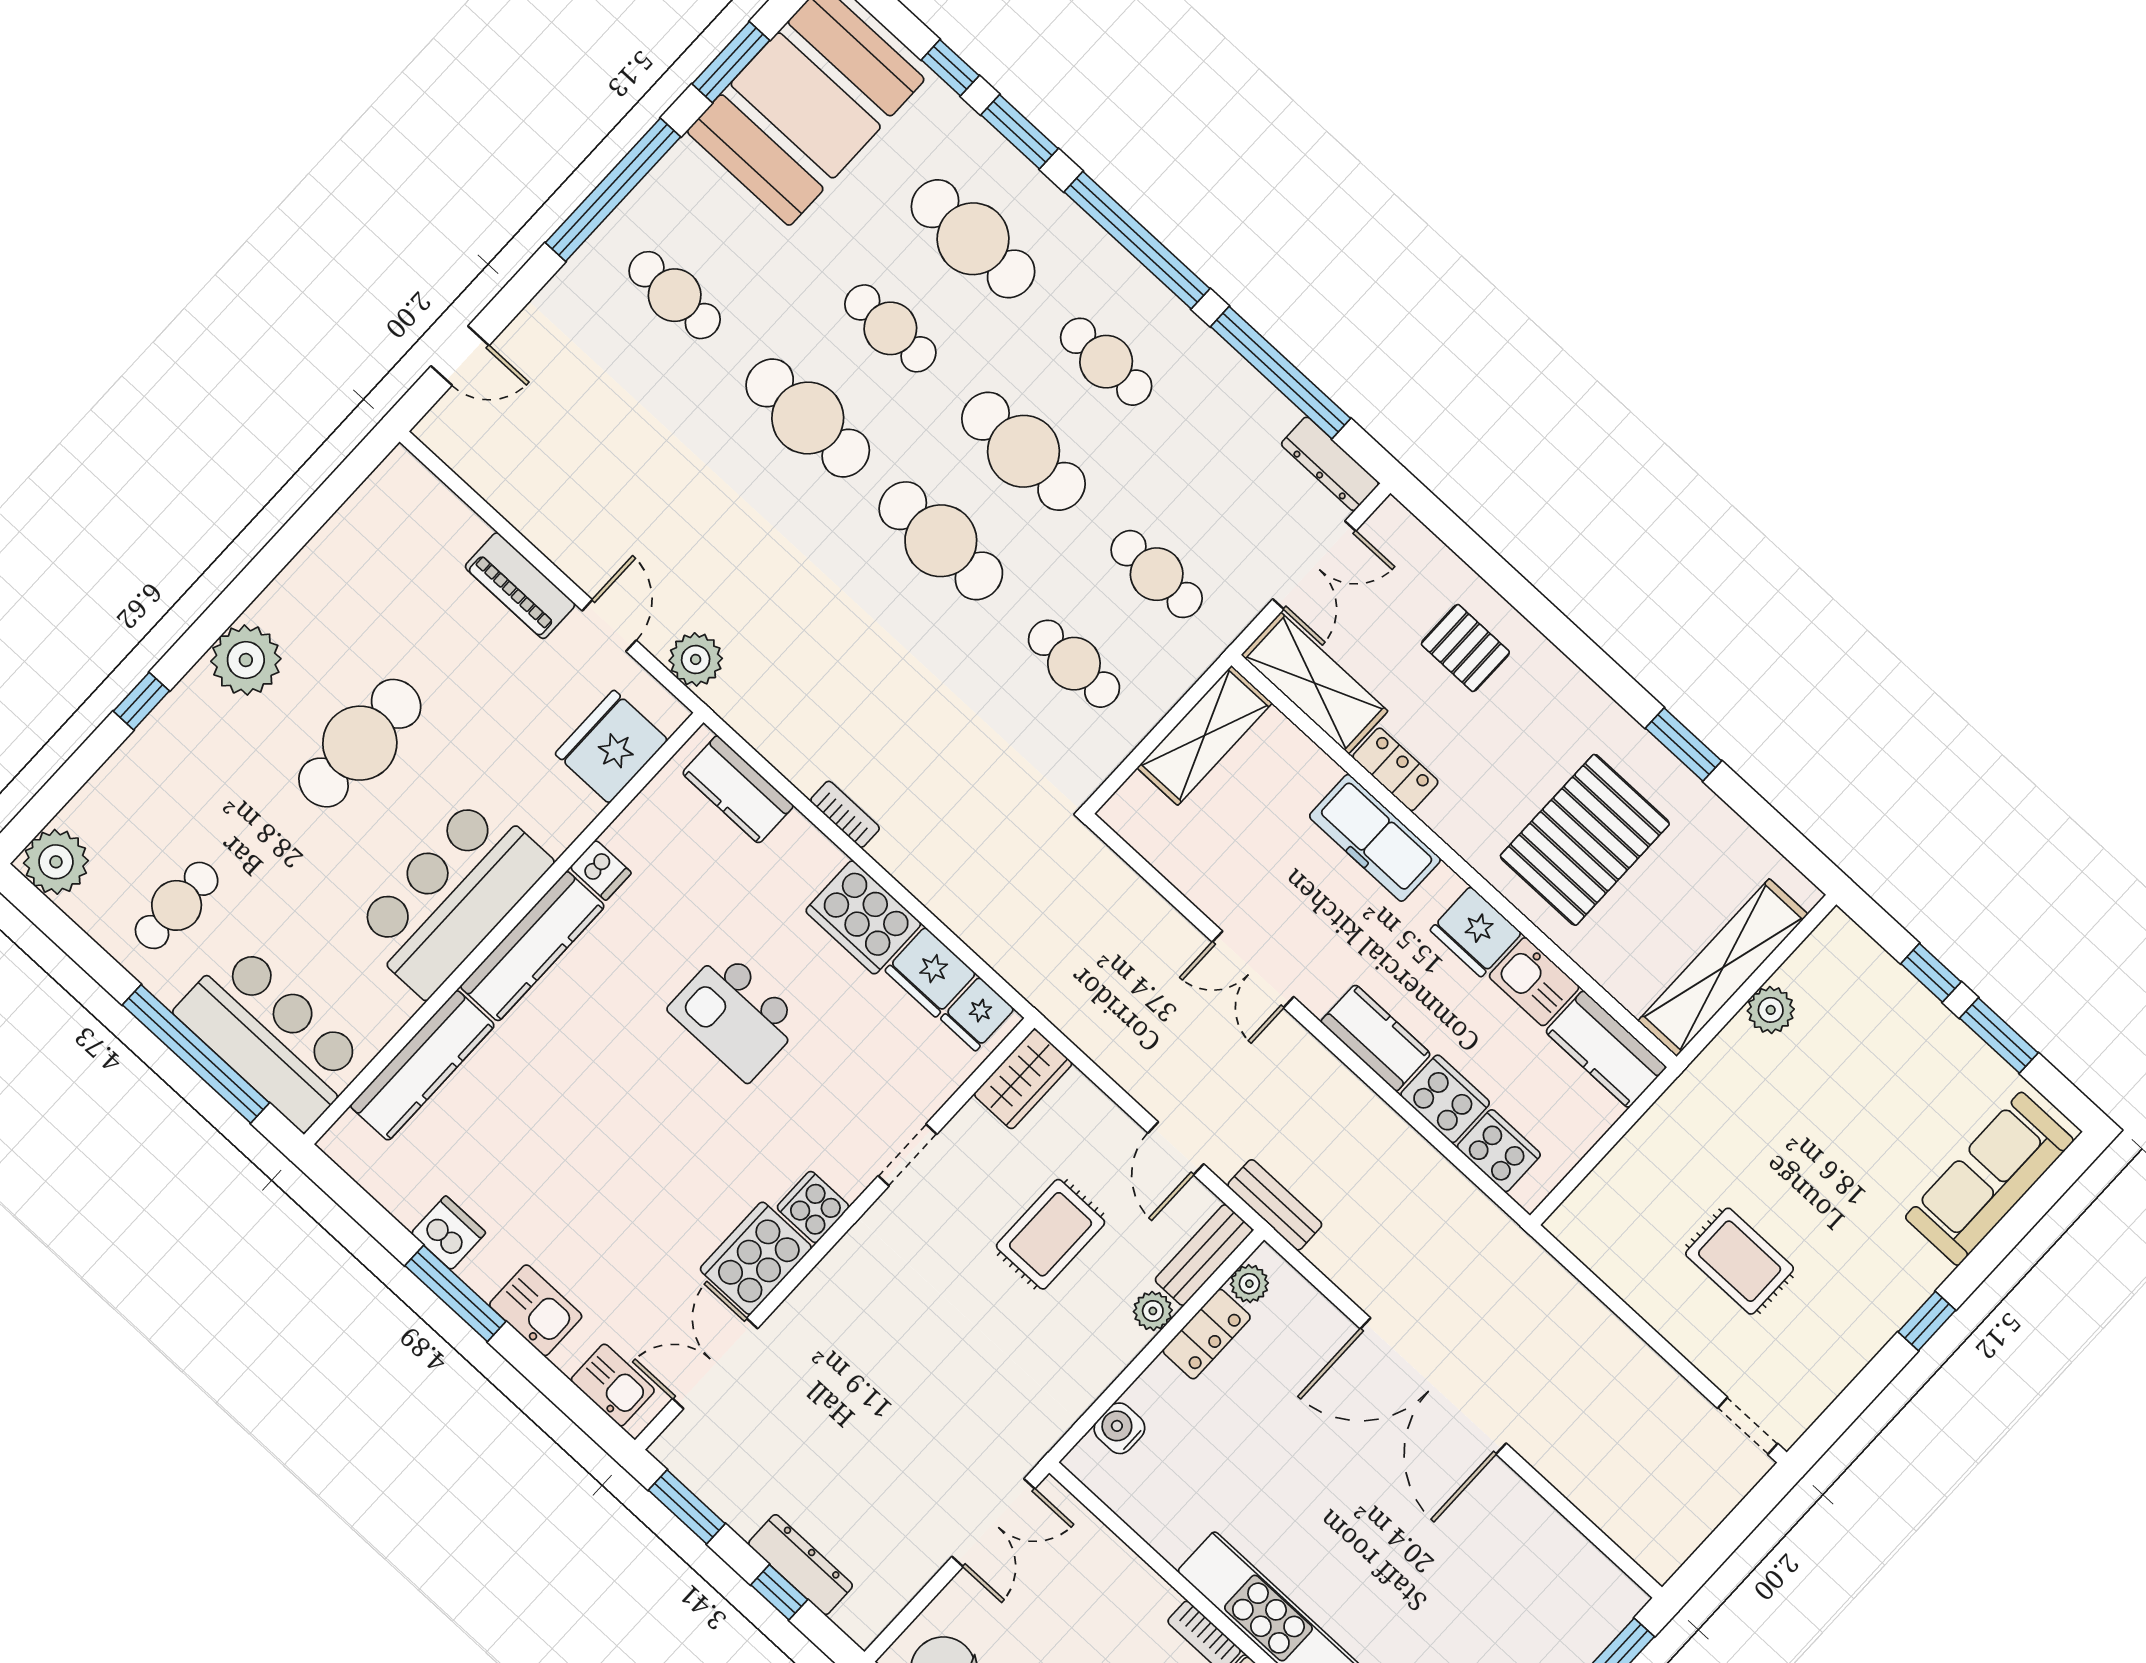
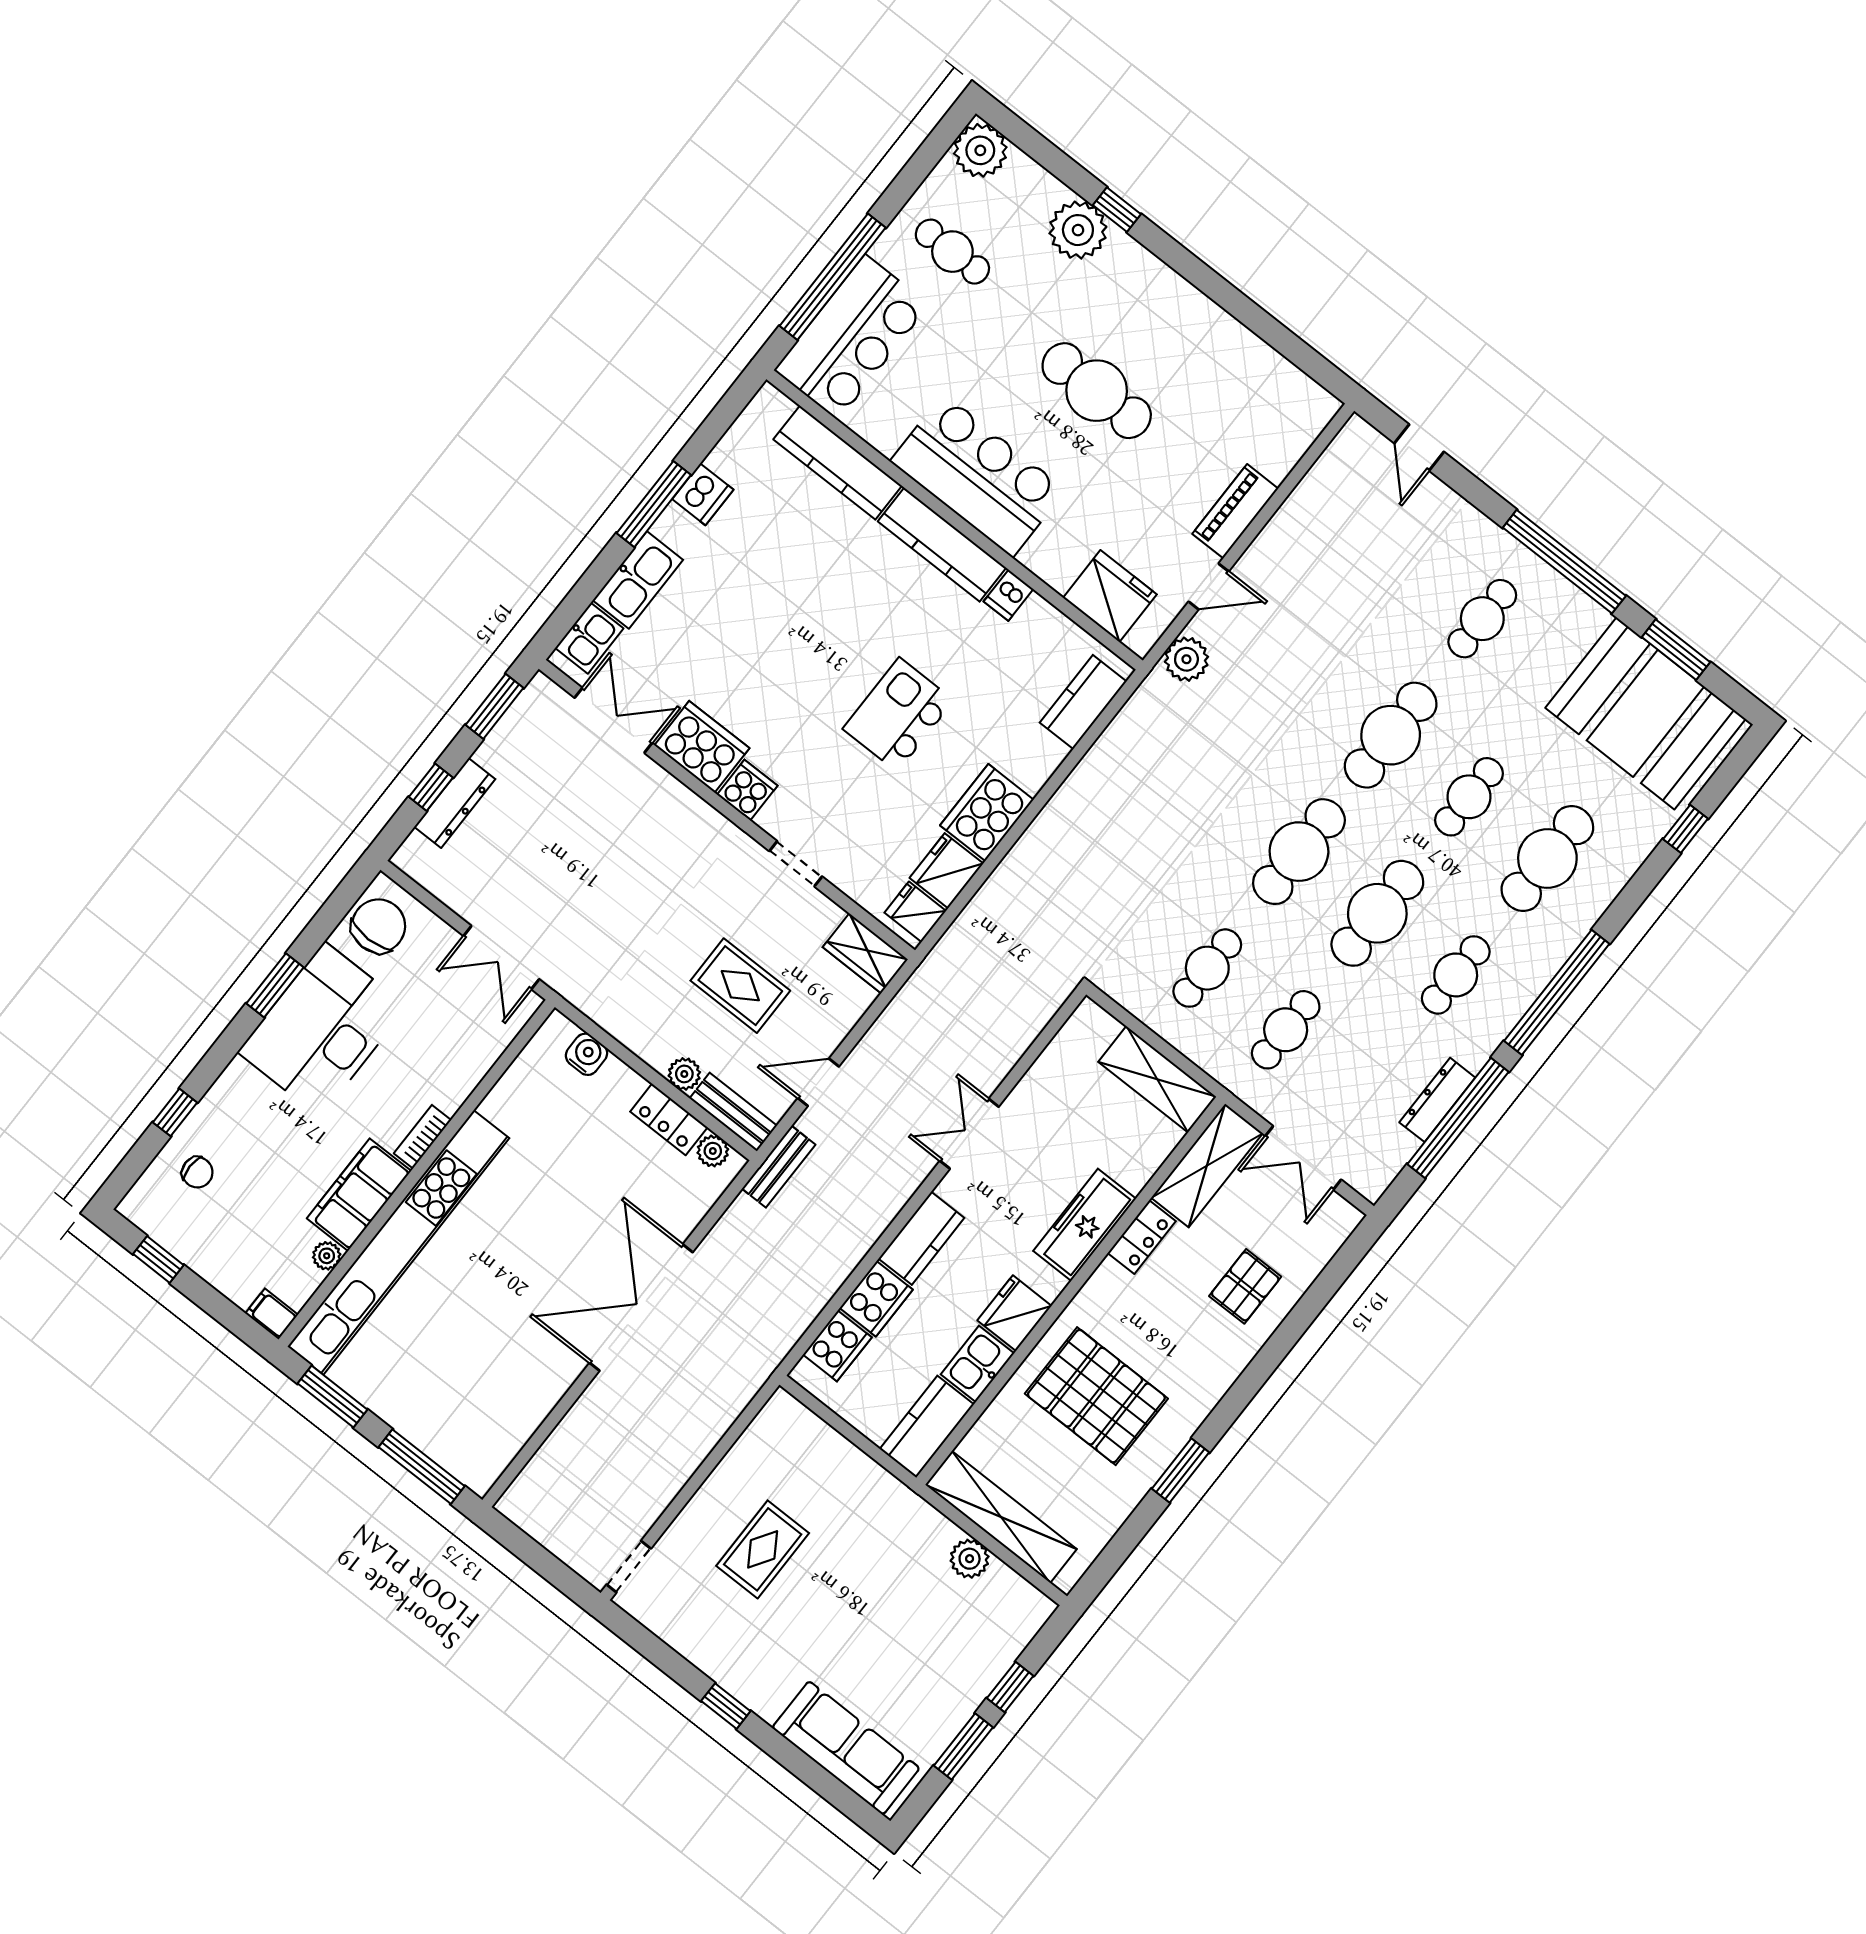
window: (1020, 132) -> (1638, 890), removed
dresser: (1330, 464) -> (1437, 1100), moved
plant: (246, 660) -> (1078, 230), moved
bookcase: (845, 814) -> (1070, 791), removed
kitchen sink: (536, 1310) -> (638, 580), width x1.38

